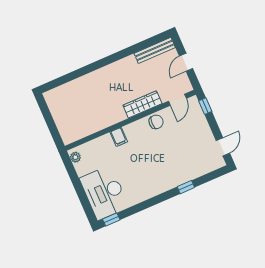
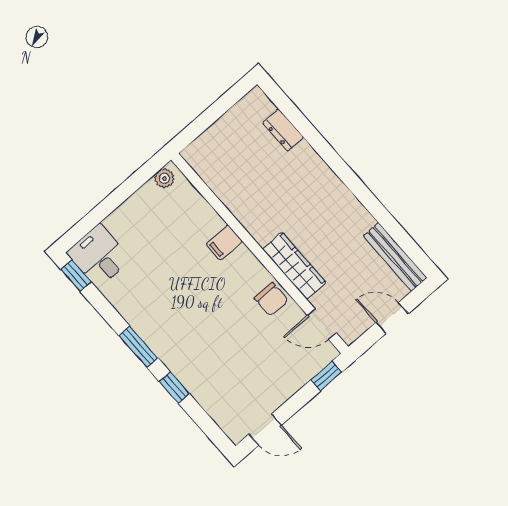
dresser: (70, 87) -> (283, 130), added
desk: (104, 193) -> (99, 256), width x0.53, depth x0.77
window: (159, 199) -> (138, 347), added

